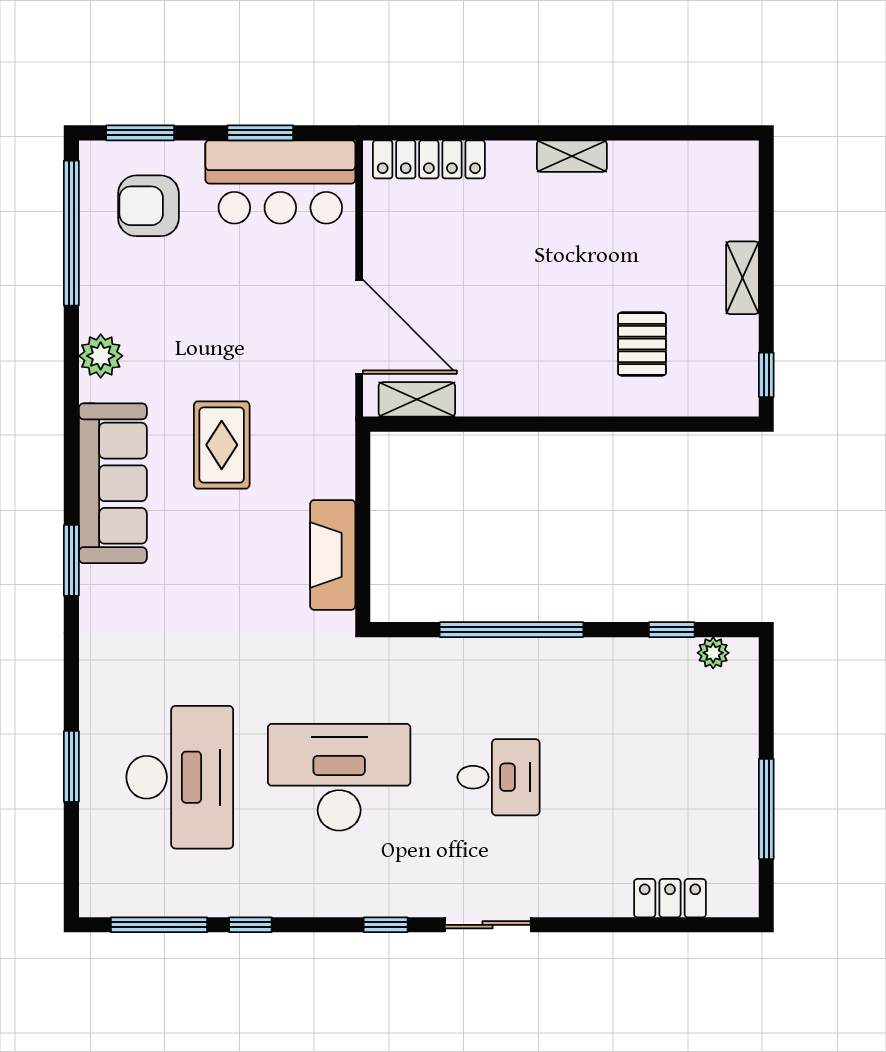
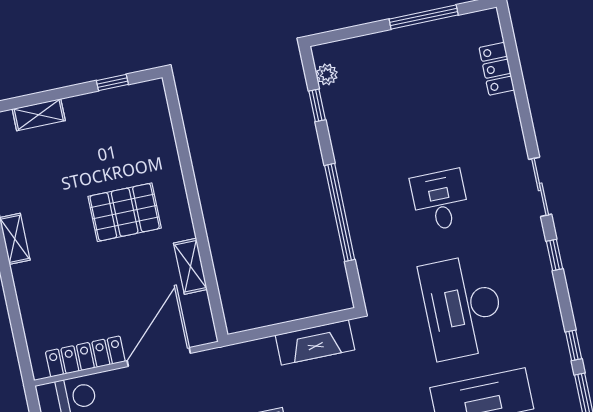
locker: (429, 159) -> (85, 356), moved, turned -90
shelving: (742, 278) -> (39, 115), moved
pallet: (642, 344) -> (125, 212), moved, width x1.50, depth x1.42
window: (766, 375) -> (112, 83), moved
shelving: (417, 399) -> (190, 266), moved

